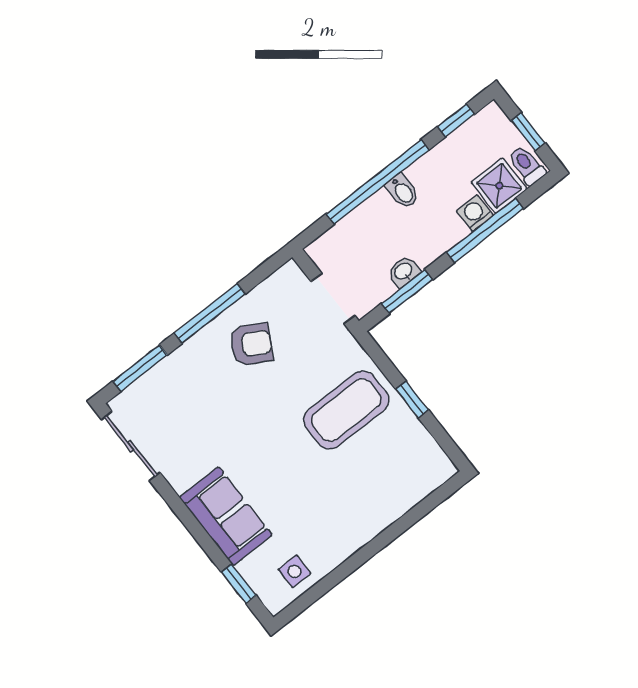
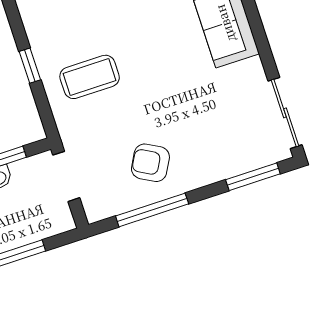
window: (210, 314) -> (152, 210), moved
coffee table: (346, 410) -> (90, 77), width x0.73, depth x0.76

